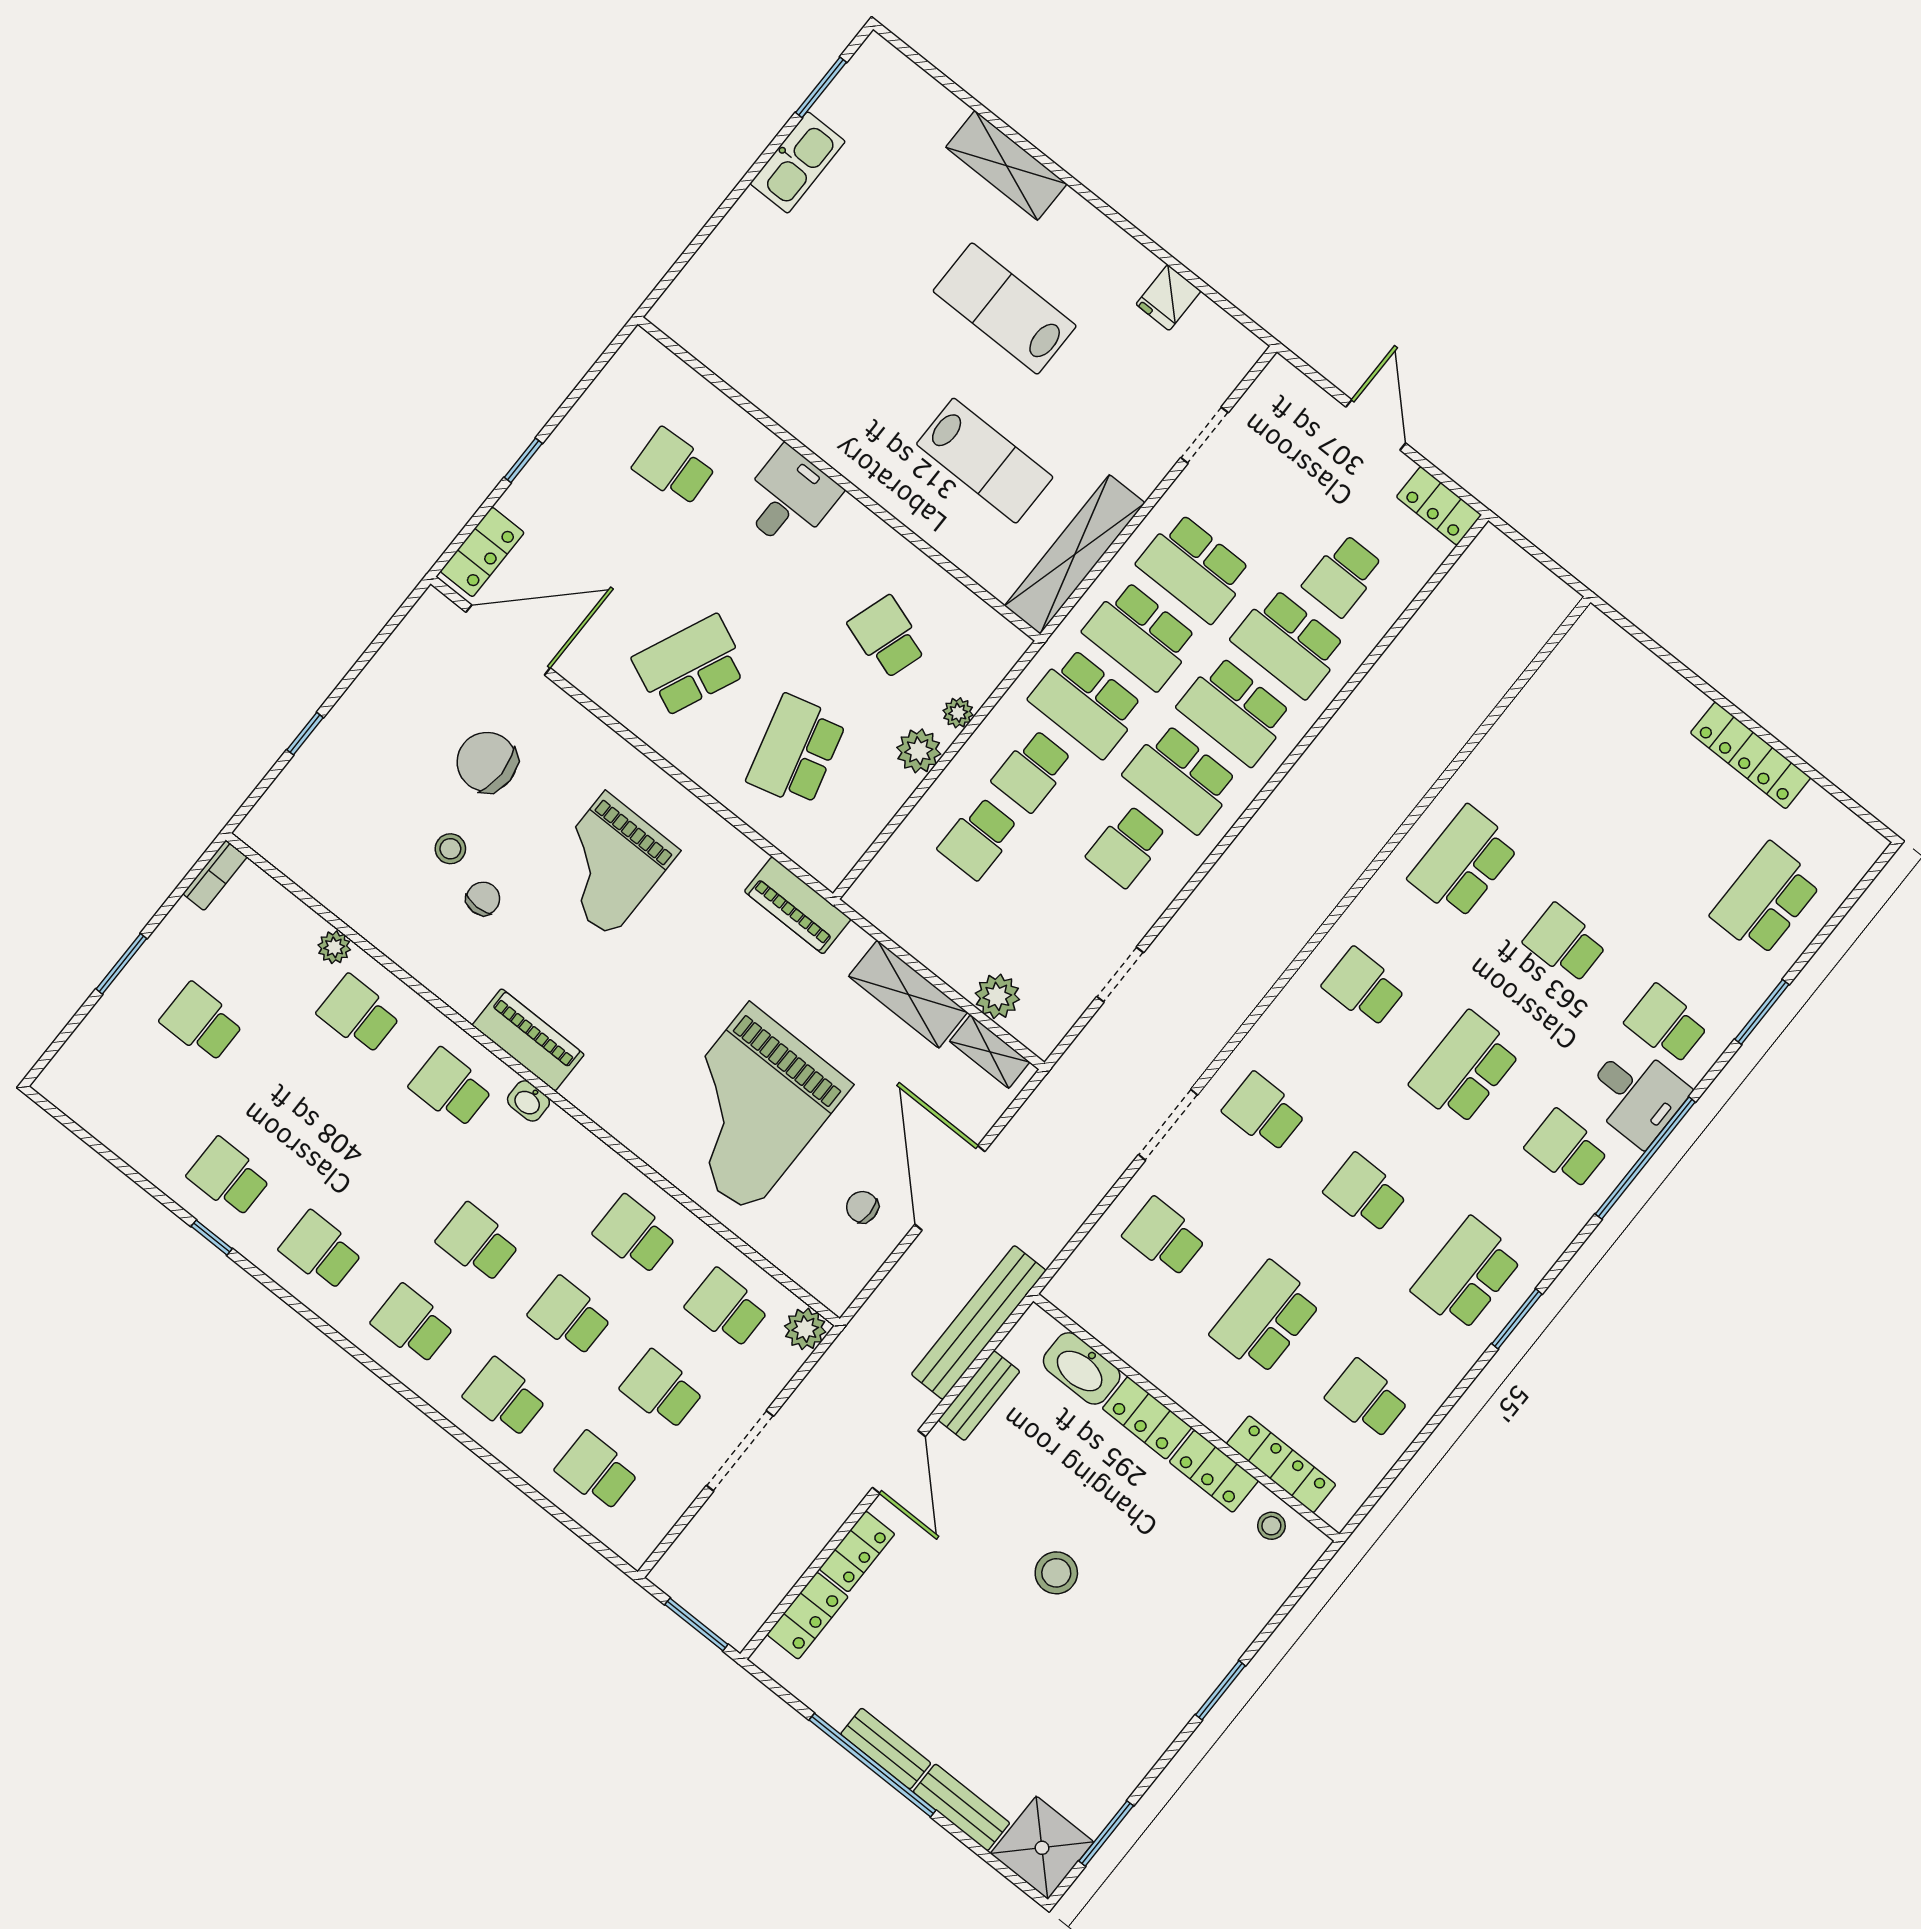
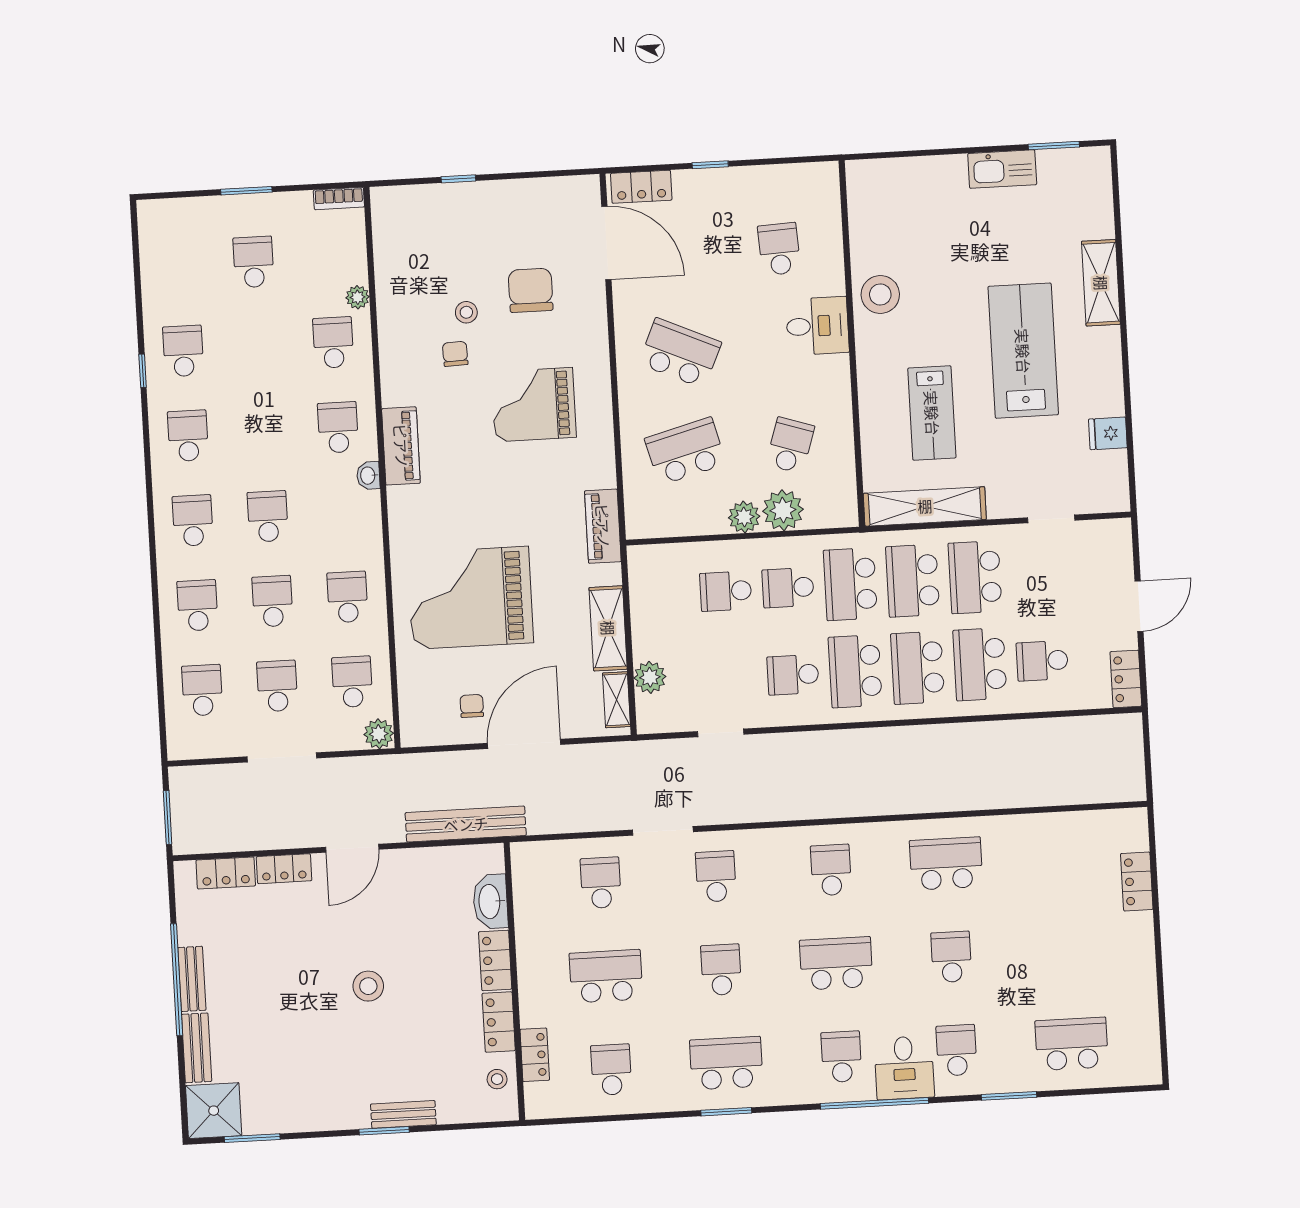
lab bench: (1005, 309) -> (1023, 351), width x1.36, depth x1.39
stool: (815, 404) -> (880, 295), added
plant: (958, 713) -> (783, 510), width x1.88, depth x1.88
locker: (1751, 755) -> (1137, 881), moved, width x0.66
chair: (483, 899) -> (455, 354), turned -92
bench: (979, 1396) -> (403, 1114), moved
locker: (1281, 1464) -> (535, 1055), width x0.66

